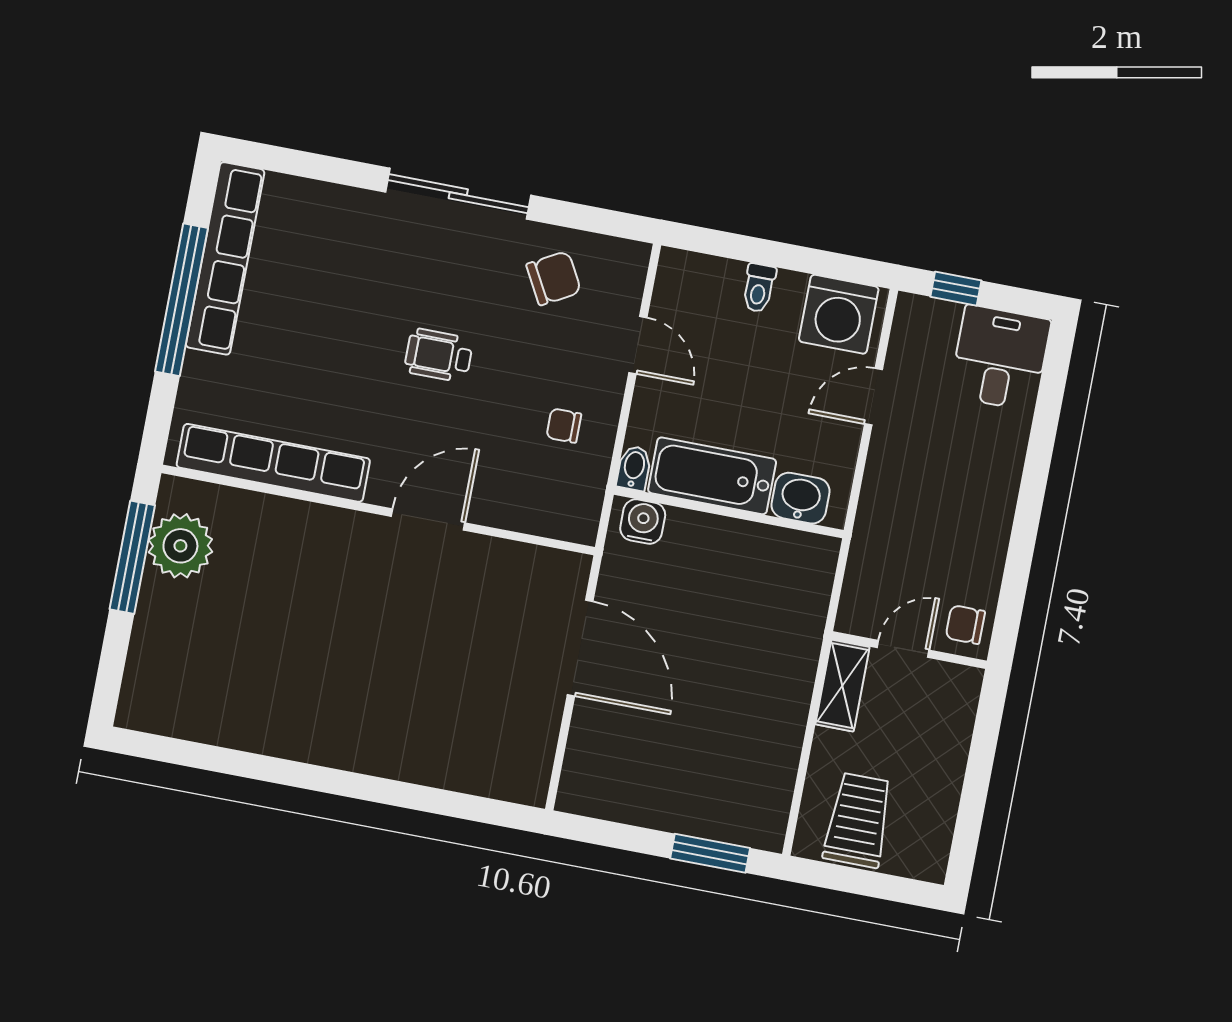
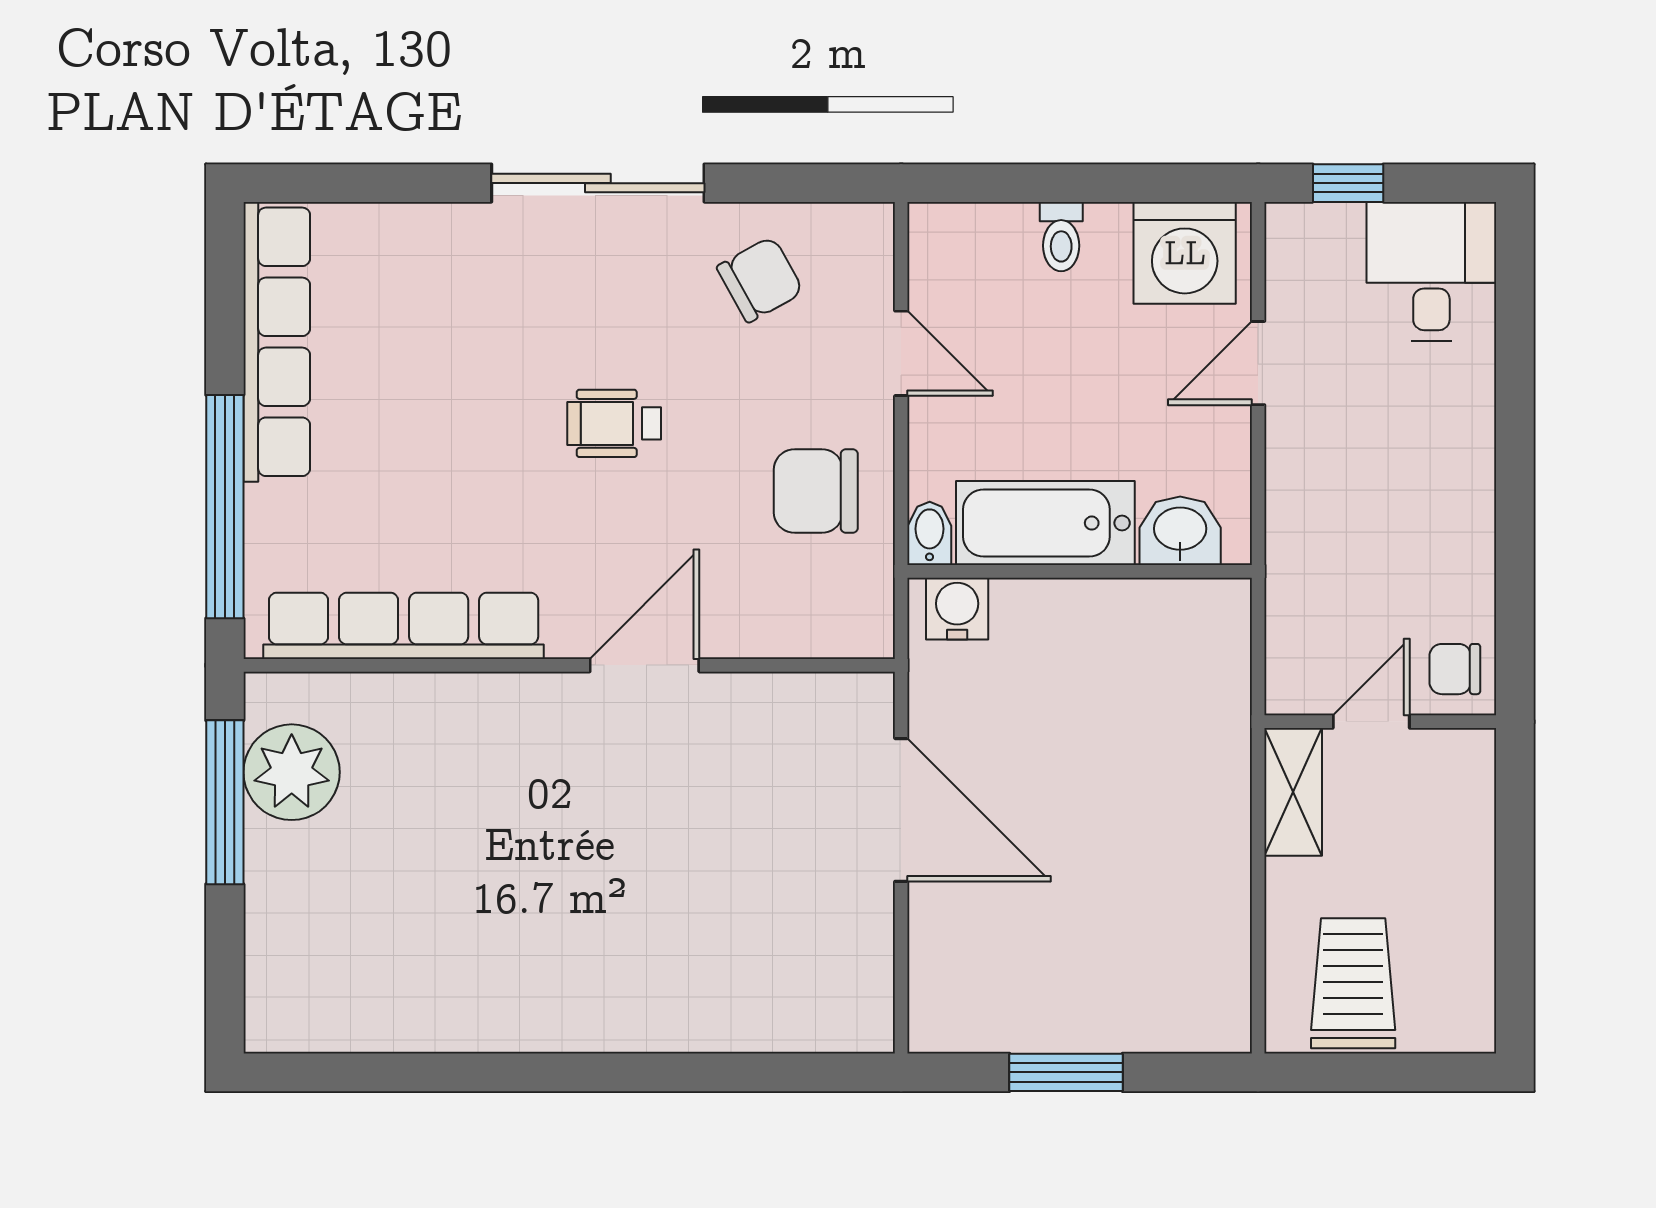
window: (181, 300) -> (225, 507), moved
chair: (564, 426) -> (816, 491), width x1.87, depth x1.87
window: (710, 853) -> (1066, 1072), moved

